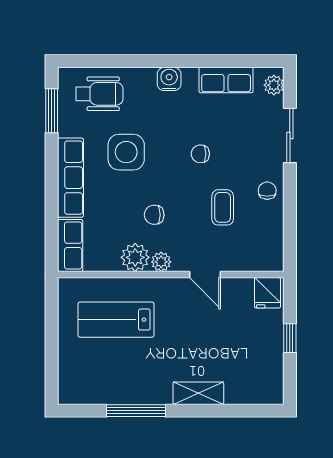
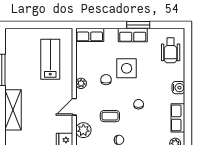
window: (52, 111) -> (138, 25), moved
side table: (126, 152) -> (127, 68), moved
row of seats: (70, 178) -> (133, 35), width x0.68
plant: (135, 257) -> (83, 130), moved
shelving: (198, 393) -> (13, 110), width x1.50, depth x1.33

